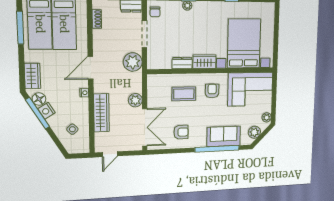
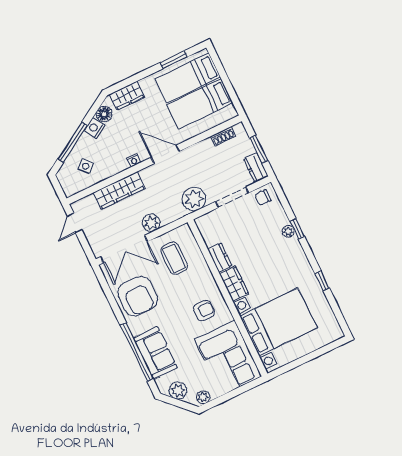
window: (20, 28) -> (174, 60), width x0.69
coffee table: (184, 94) -> (174, 258), moved
window: (38, 113) -> (73, 142), moved
armchair: (181, 132) -> (138, 296), width x1.88, depth x1.88
door: (110, 154) -> (75, 223), hinge flipped

